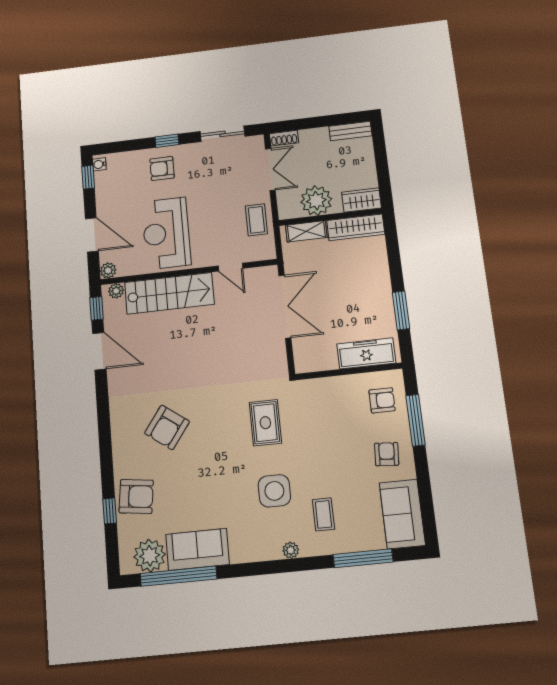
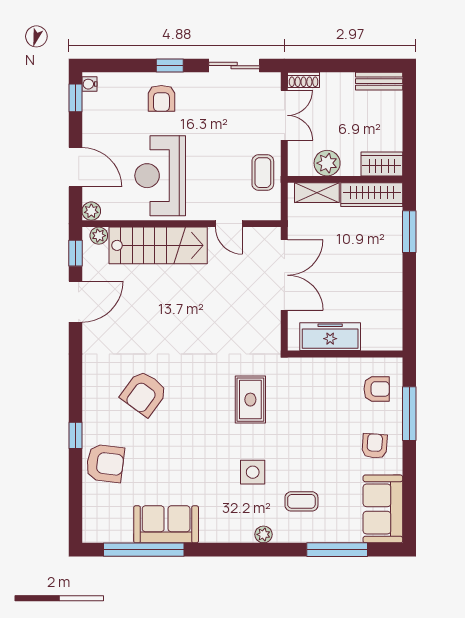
armchair: (162, 168) -> (161, 98), turned -90
plant: (316, 201) -> (327, 163), width x0.73, depth x0.73
window: (401, 310) -> (409, 232), moved
door: (99, 351) -> (75, 302), hinge flipped
freezer: (366, 353) -> (330, 337), moved
side table: (274, 491) -> (253, 472), width x0.73, depth x0.73
window: (110, 511) -> (75, 435), moved
coffee table: (323, 514) -> (301, 501), turned 90
plant: (150, 556) -> (115, 526), removed

